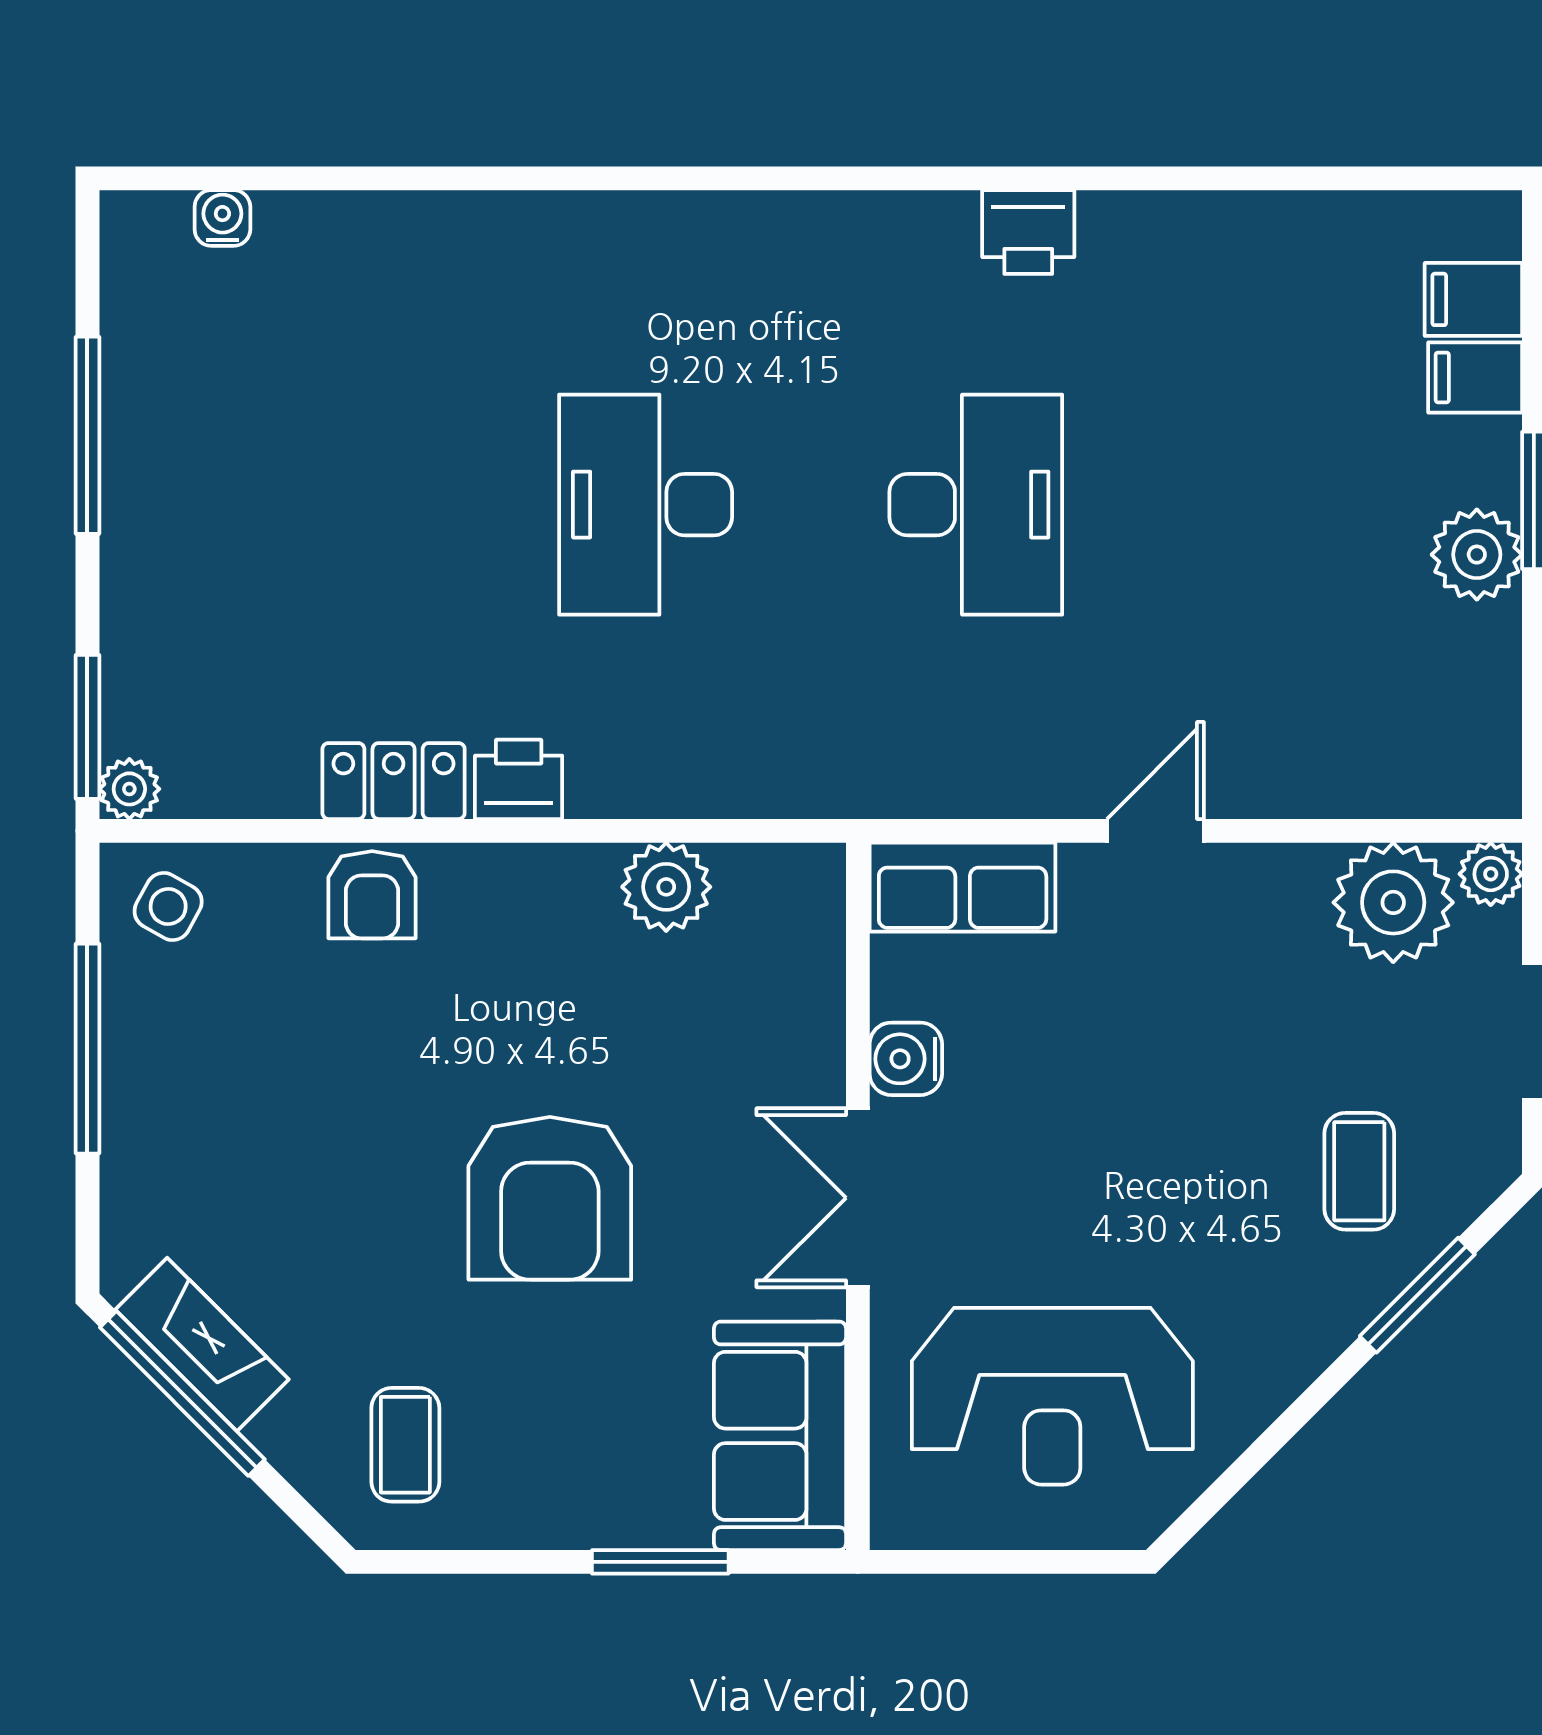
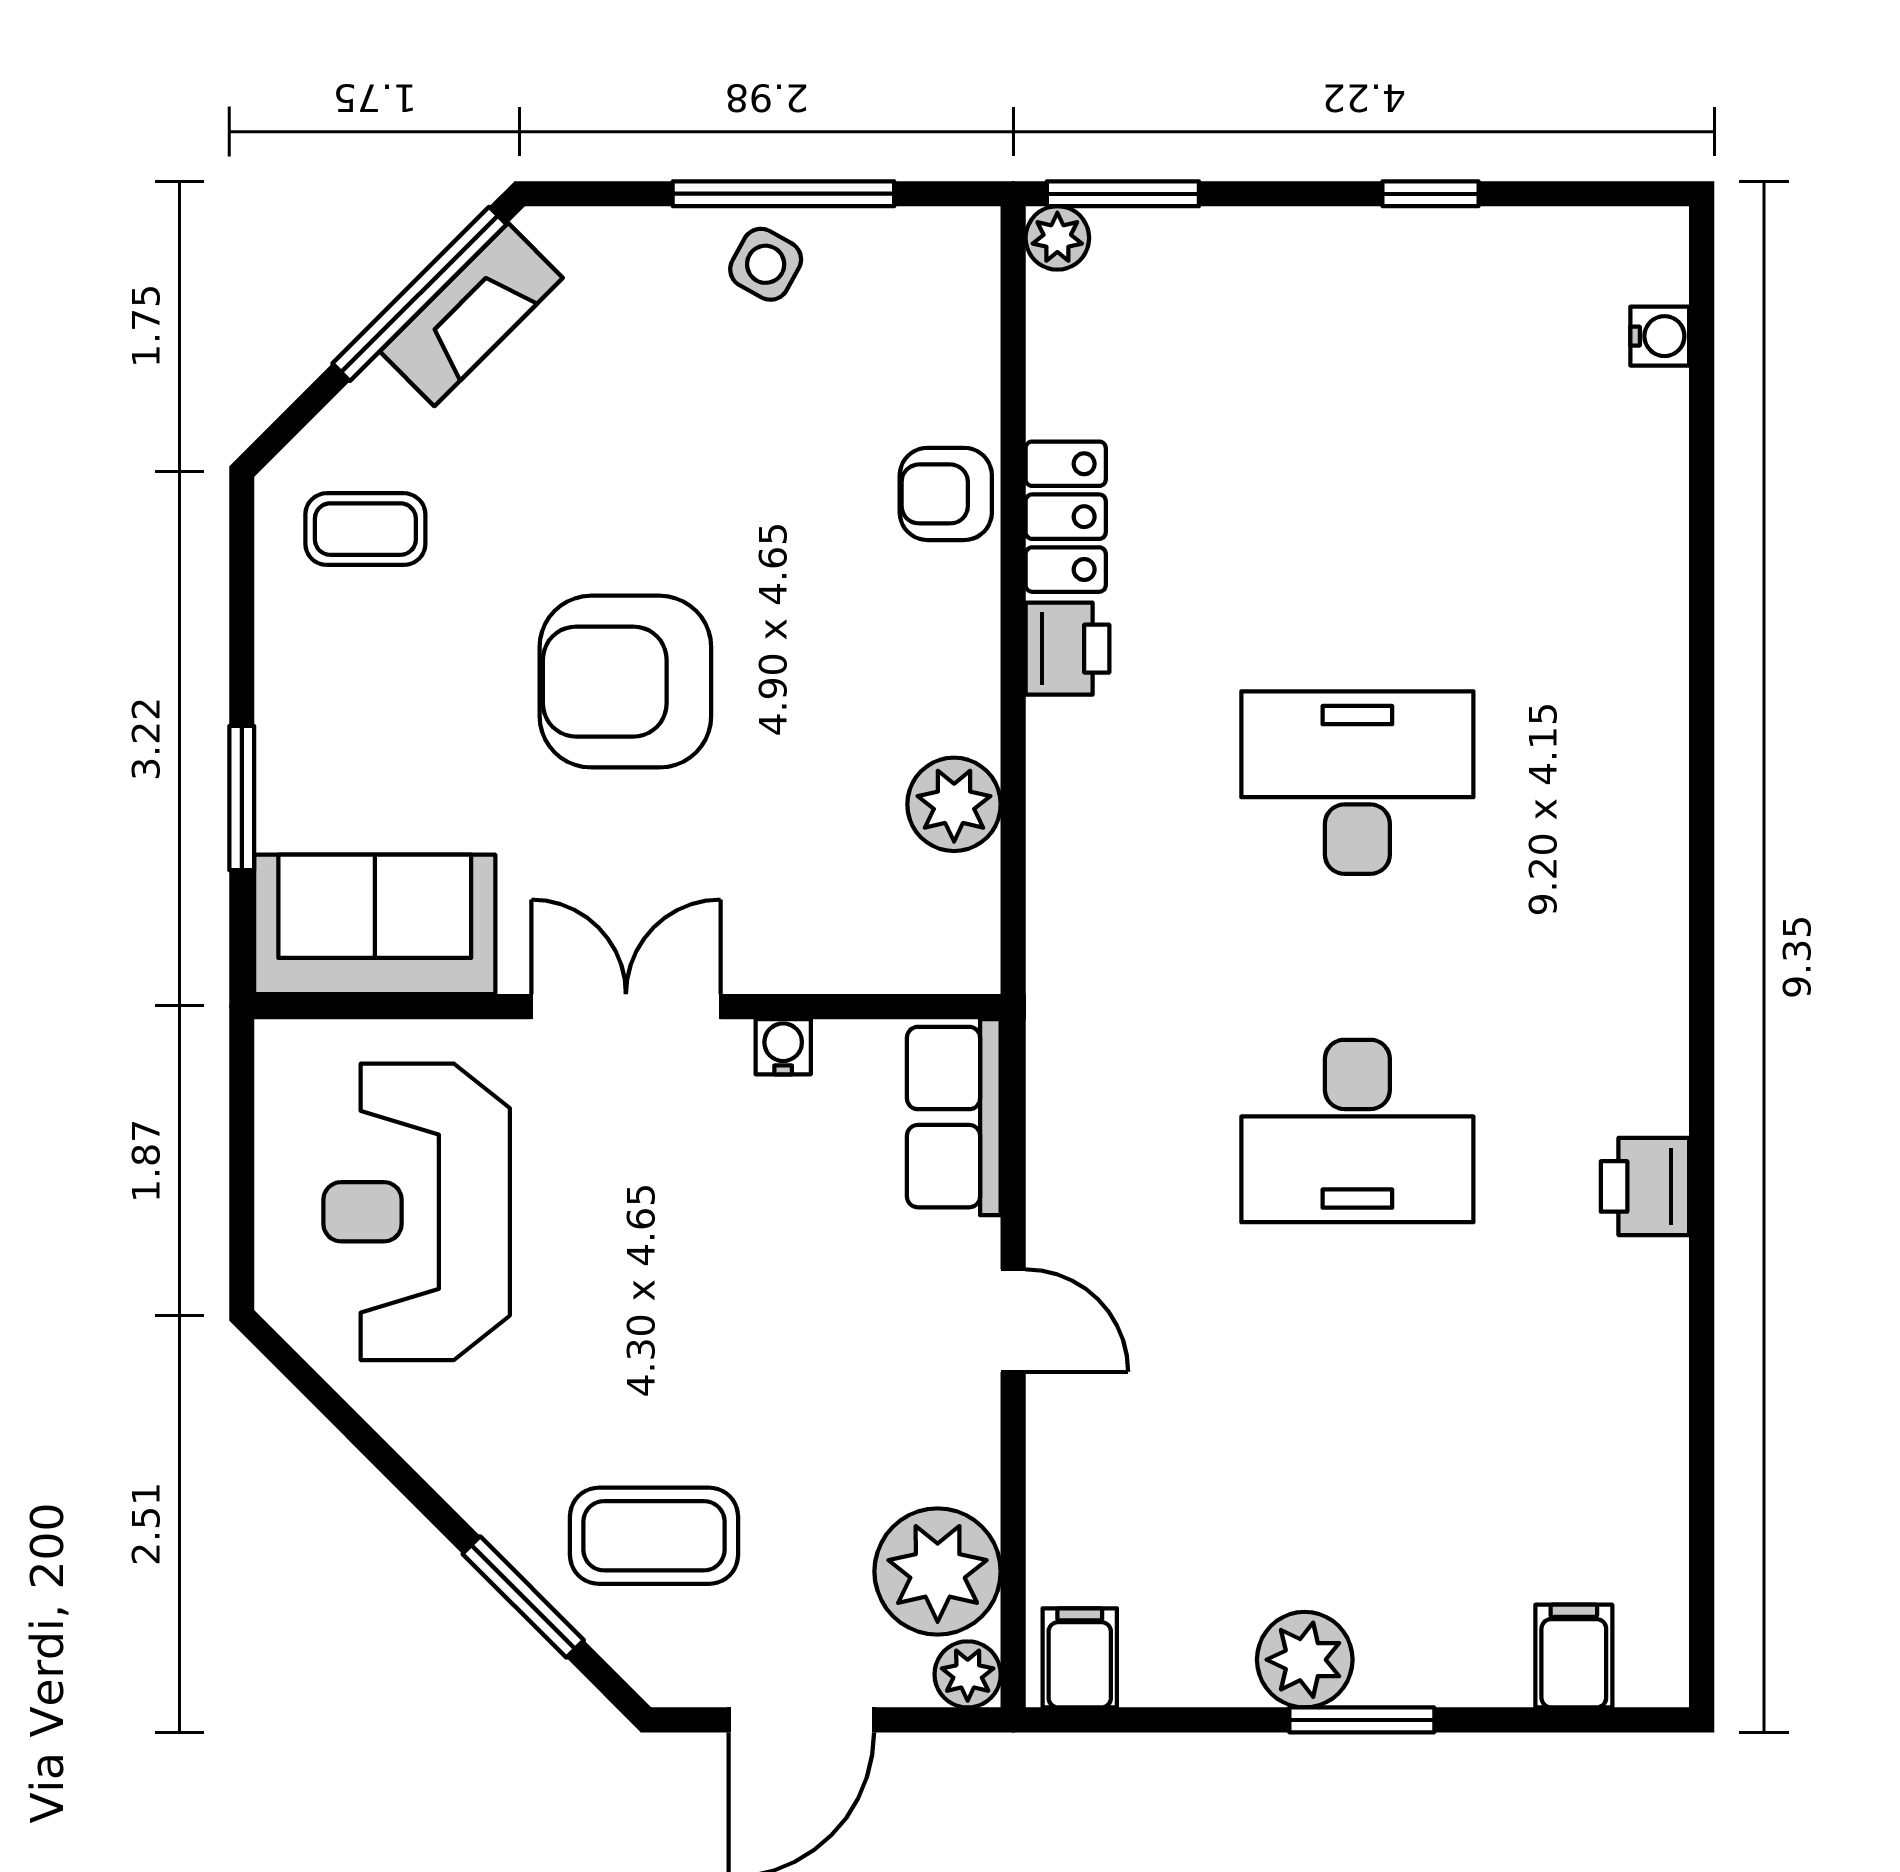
filing cabinet: (1475, 377) -> (1080, 1658), moved
window: (87, 435) -> (1430, 194), width x0.46
side table: (168, 907) -> (766, 264), moved
water cooler: (906, 1059) -> (783, 1047), width x0.72, depth x0.72
coffee table: (1359, 1171) -> (654, 1536), width x1.36, depth x1.30

